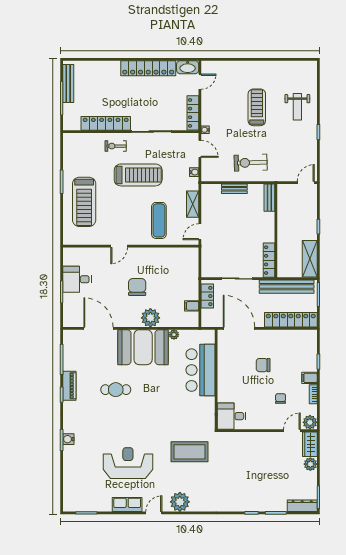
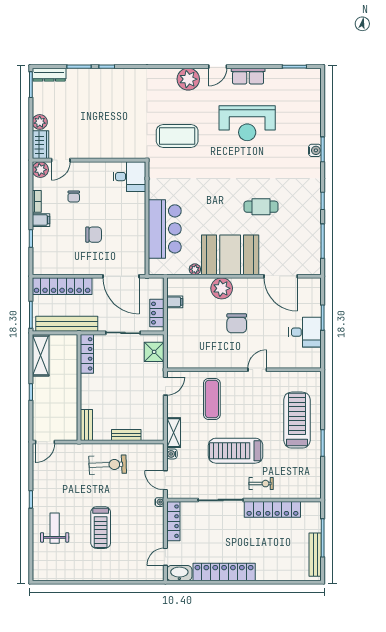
shelving: (193, 204) -> (174, 433), moved
shower: (210, 262) -> (154, 352), added
piano: (69, 386) -> (314, 211), removed

